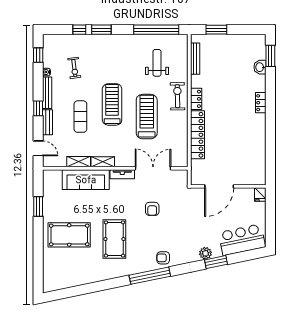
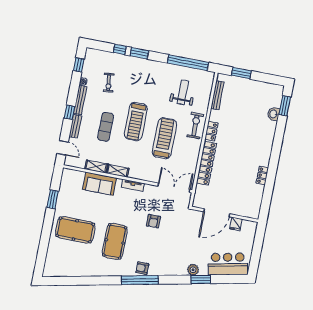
locker: (261, 103) -> (262, 176), moved
treadmill: (112, 104) -> (136, 122), turned 180
double door: (153, 168) -> (174, 188), moved
sofa: (86, 180) -> (99, 184), width x0.73
fridge: (260, 195) -> (236, 224), moved
armchair: (163, 258) -> (142, 268), moved

